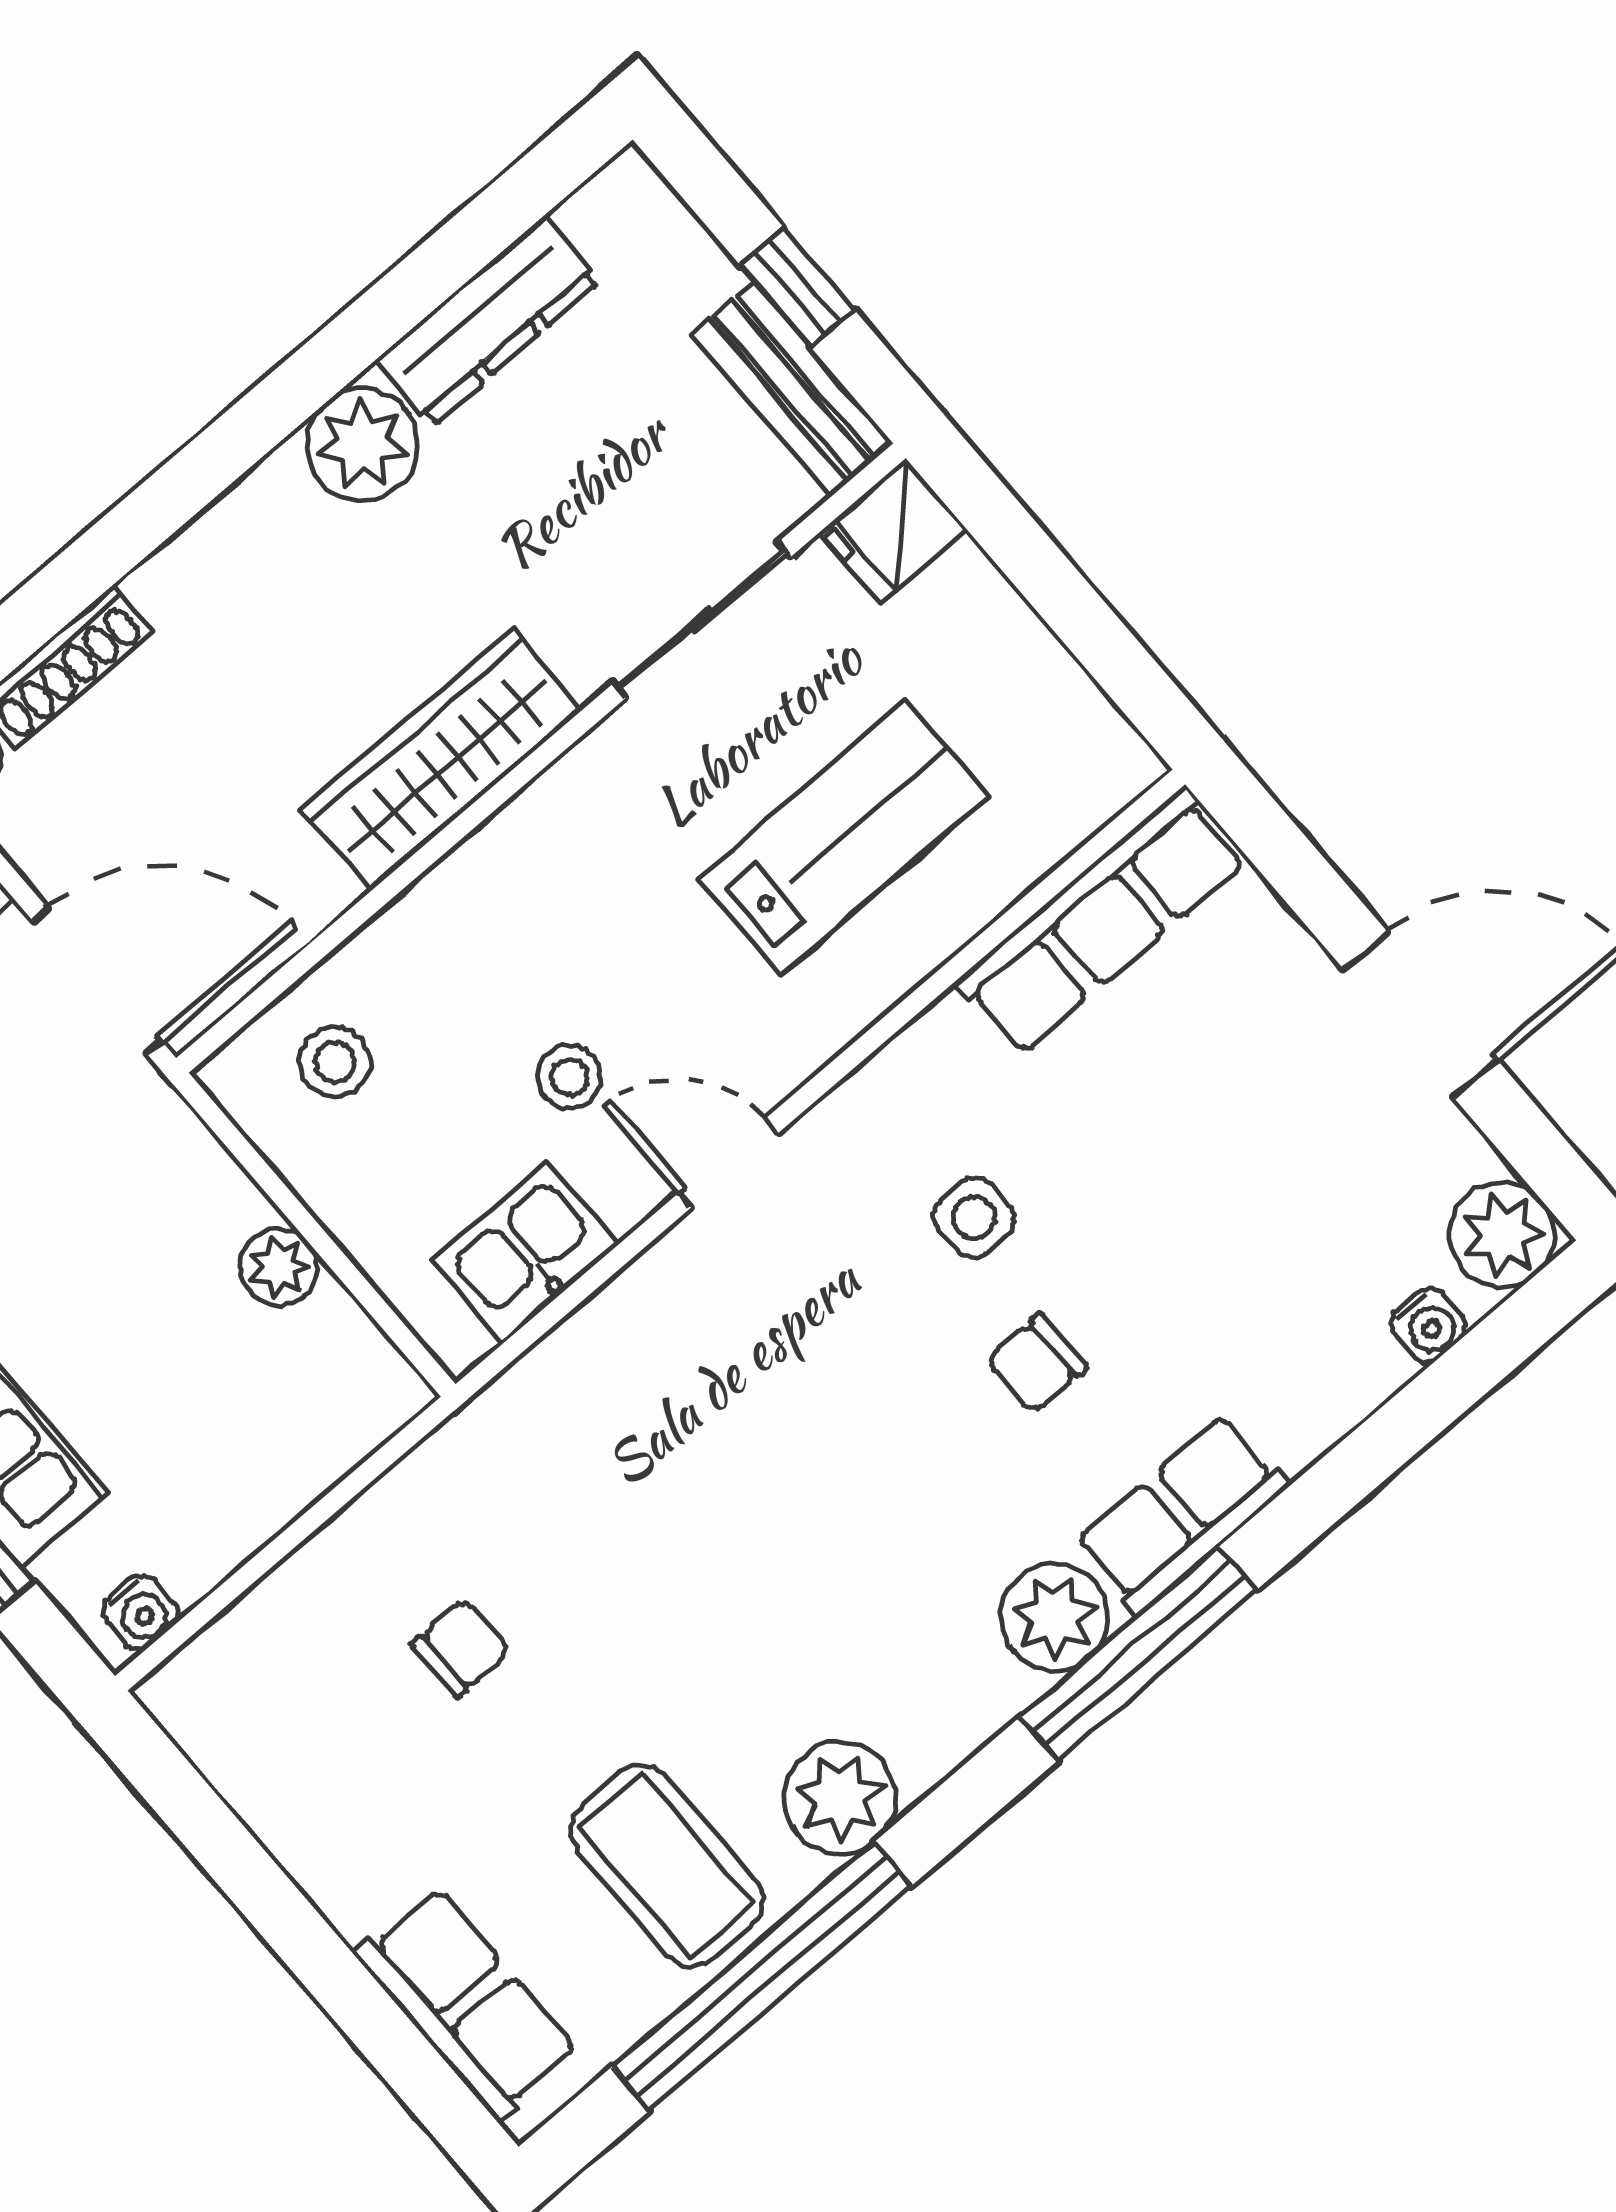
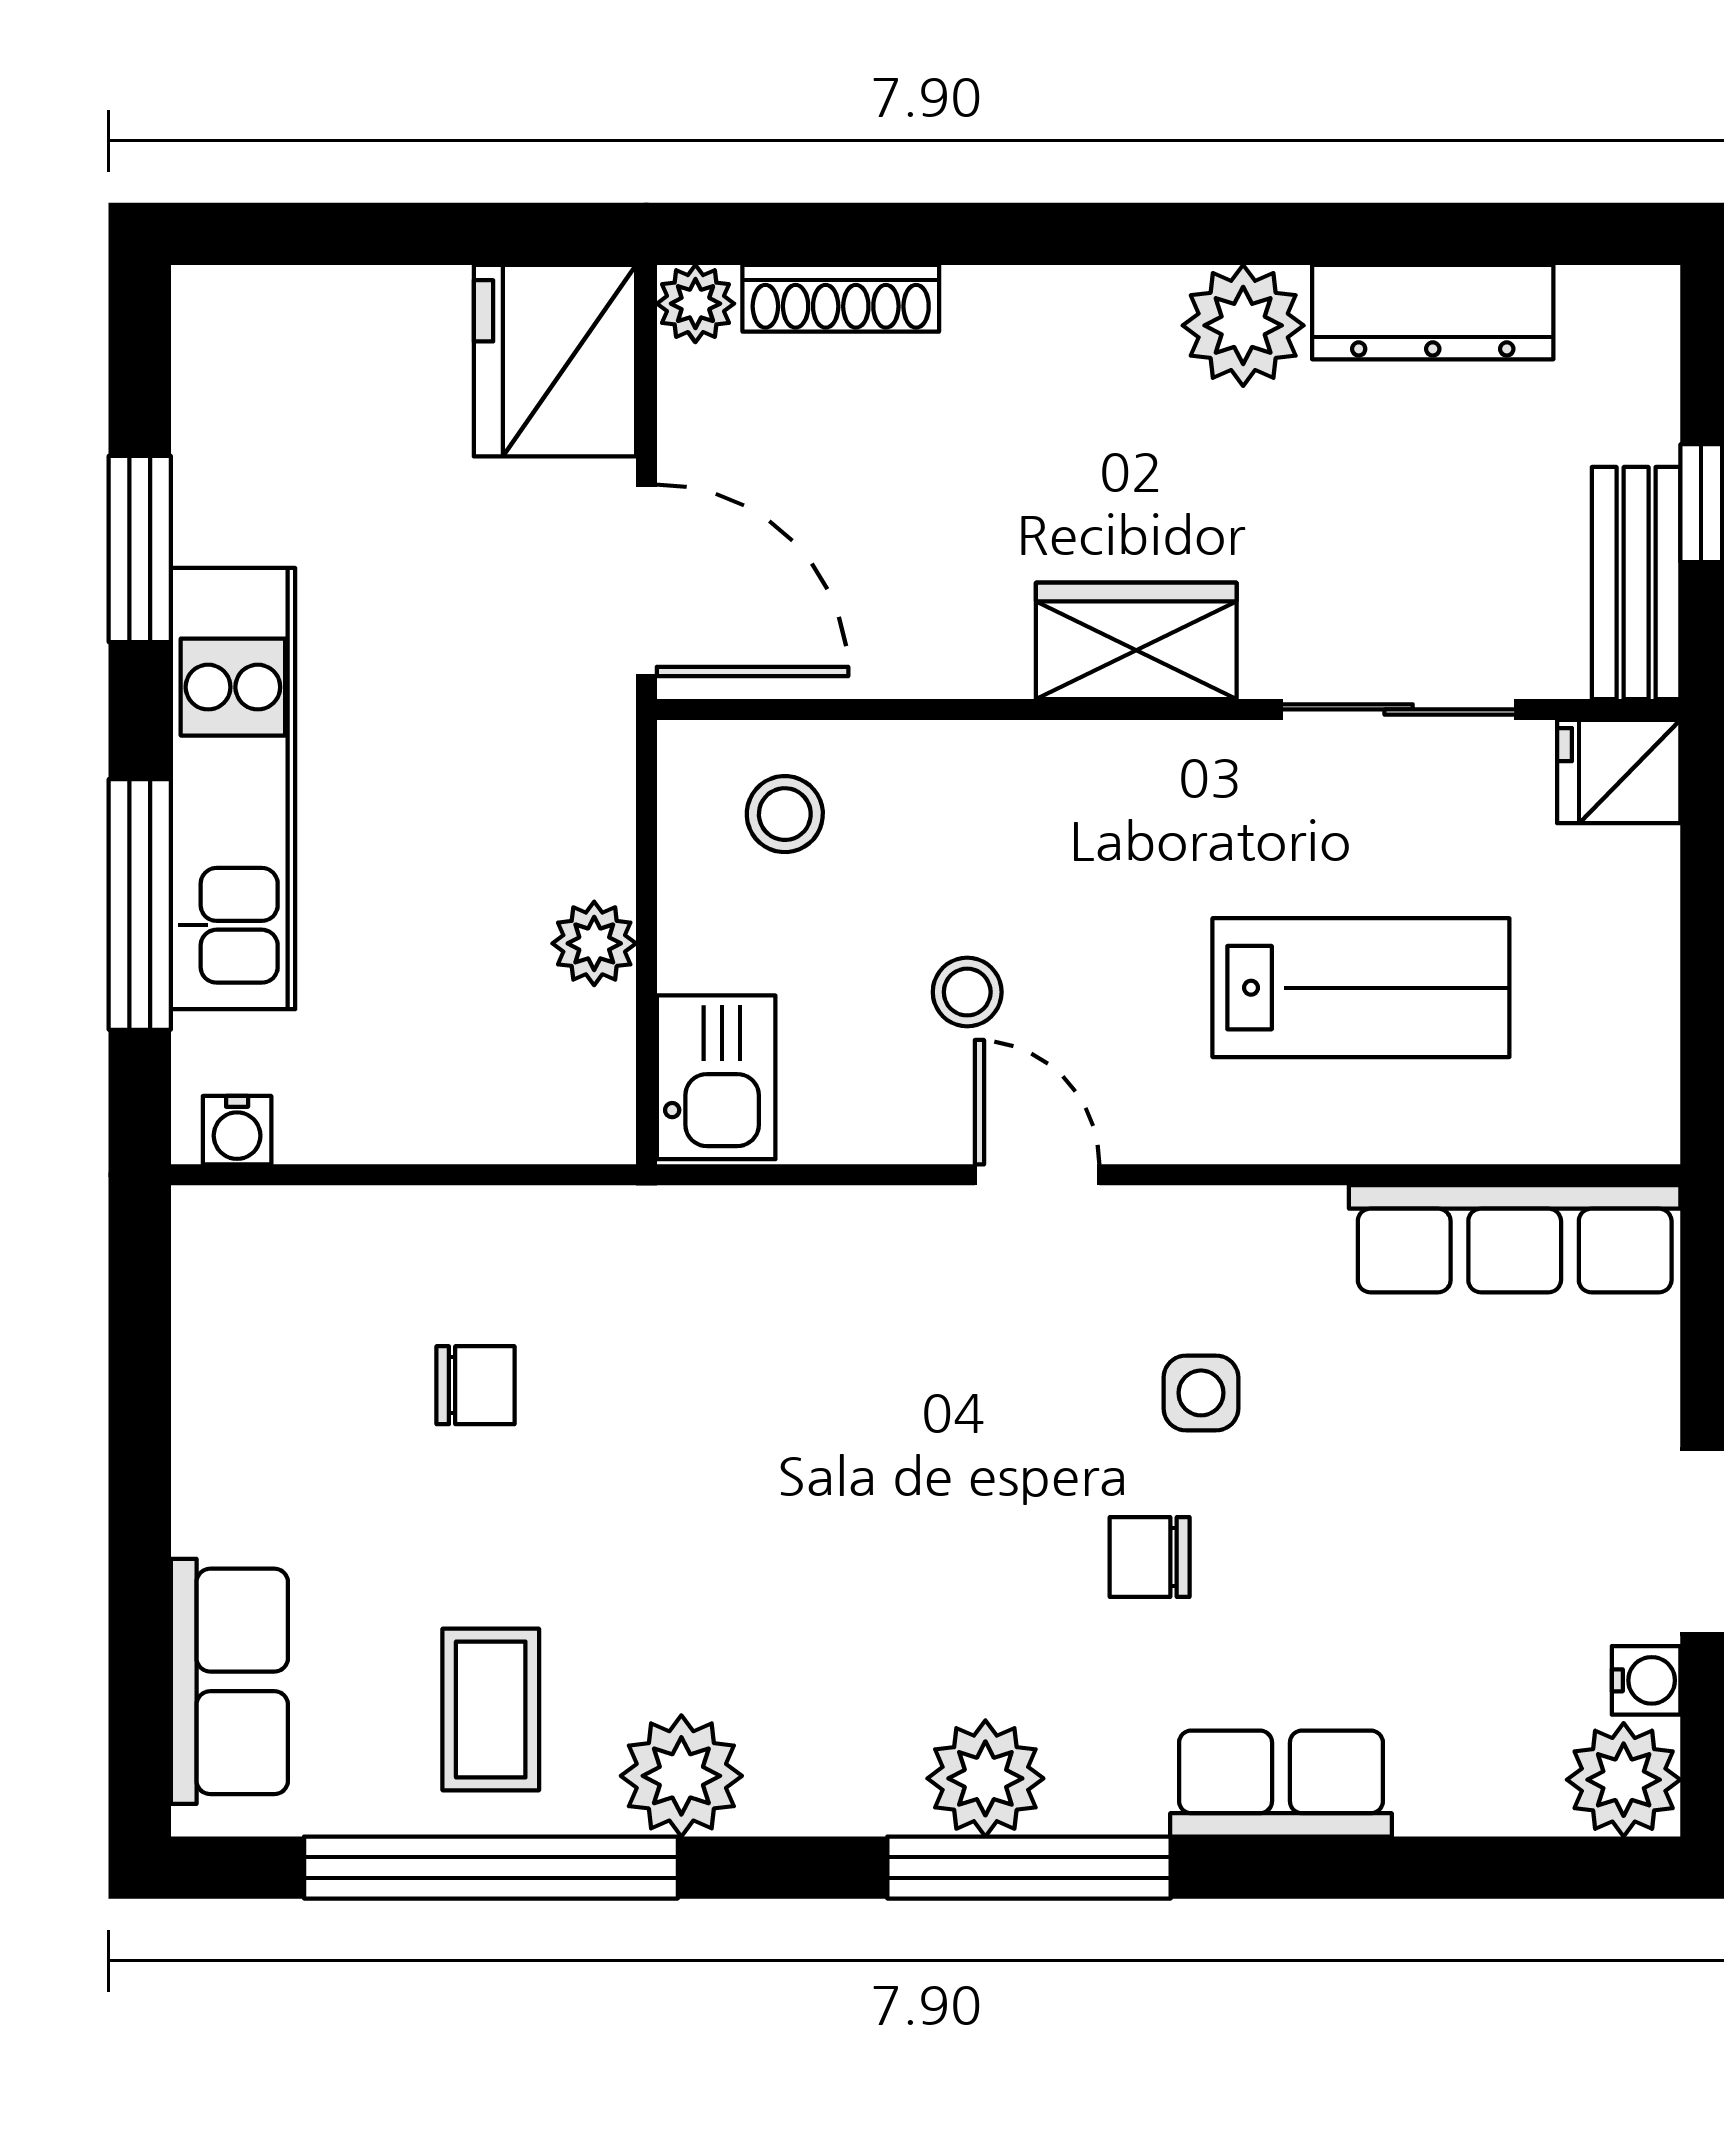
wardrobe: (442, 760) -> (1136, 641), width x0.67
kitchen sink: (526, 1252) -> (716, 1077), moved, turned 90
water cooler: (1429, 1325) -> (1646, 1680), moved, turned -90
row of seats: (1182, 1514) -> (1281, 1784), moved
coffee table: (666, 1866) -> (491, 1709), width x0.73, depth x0.77

